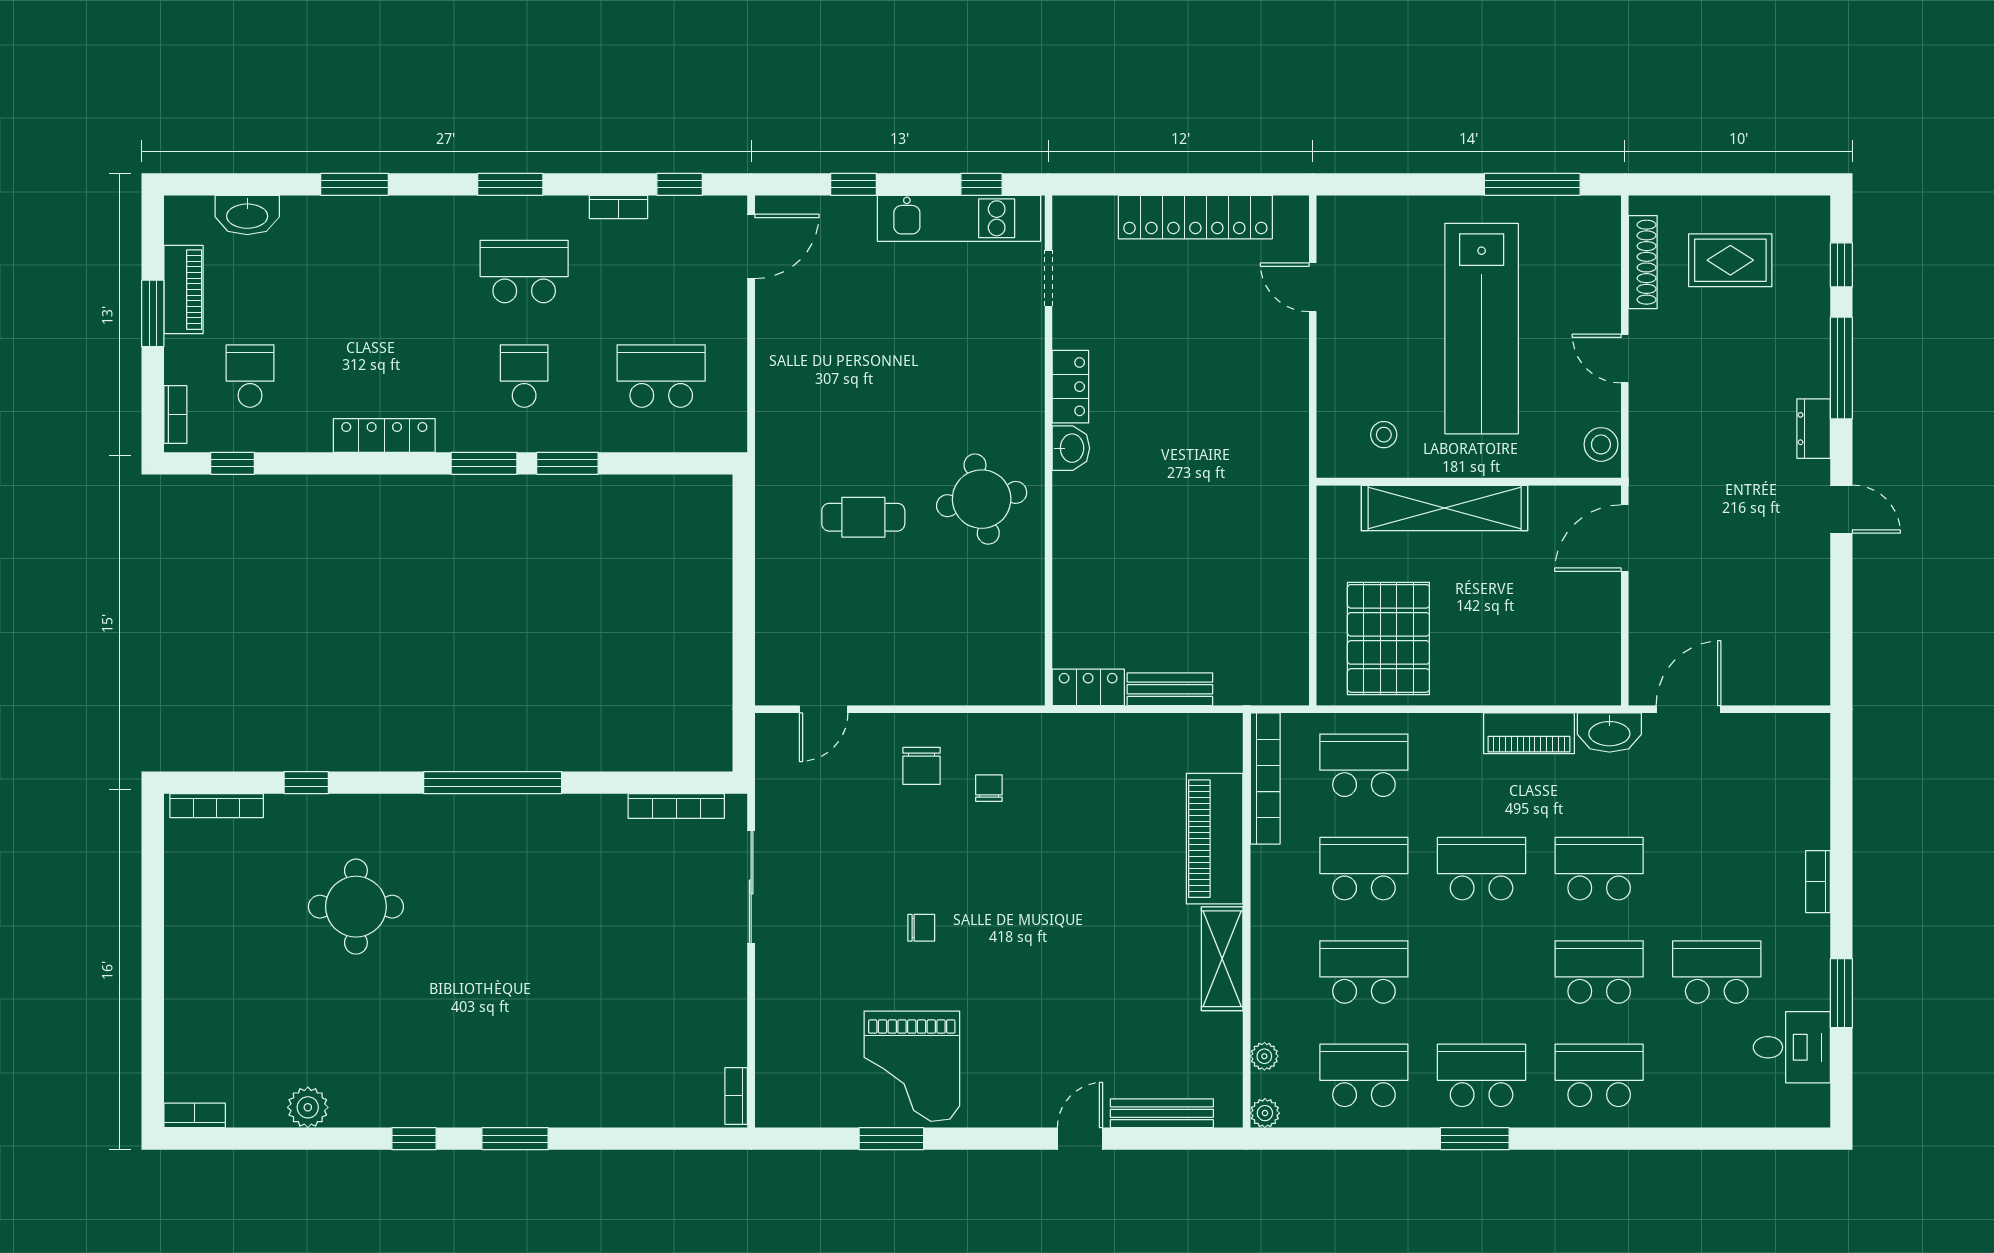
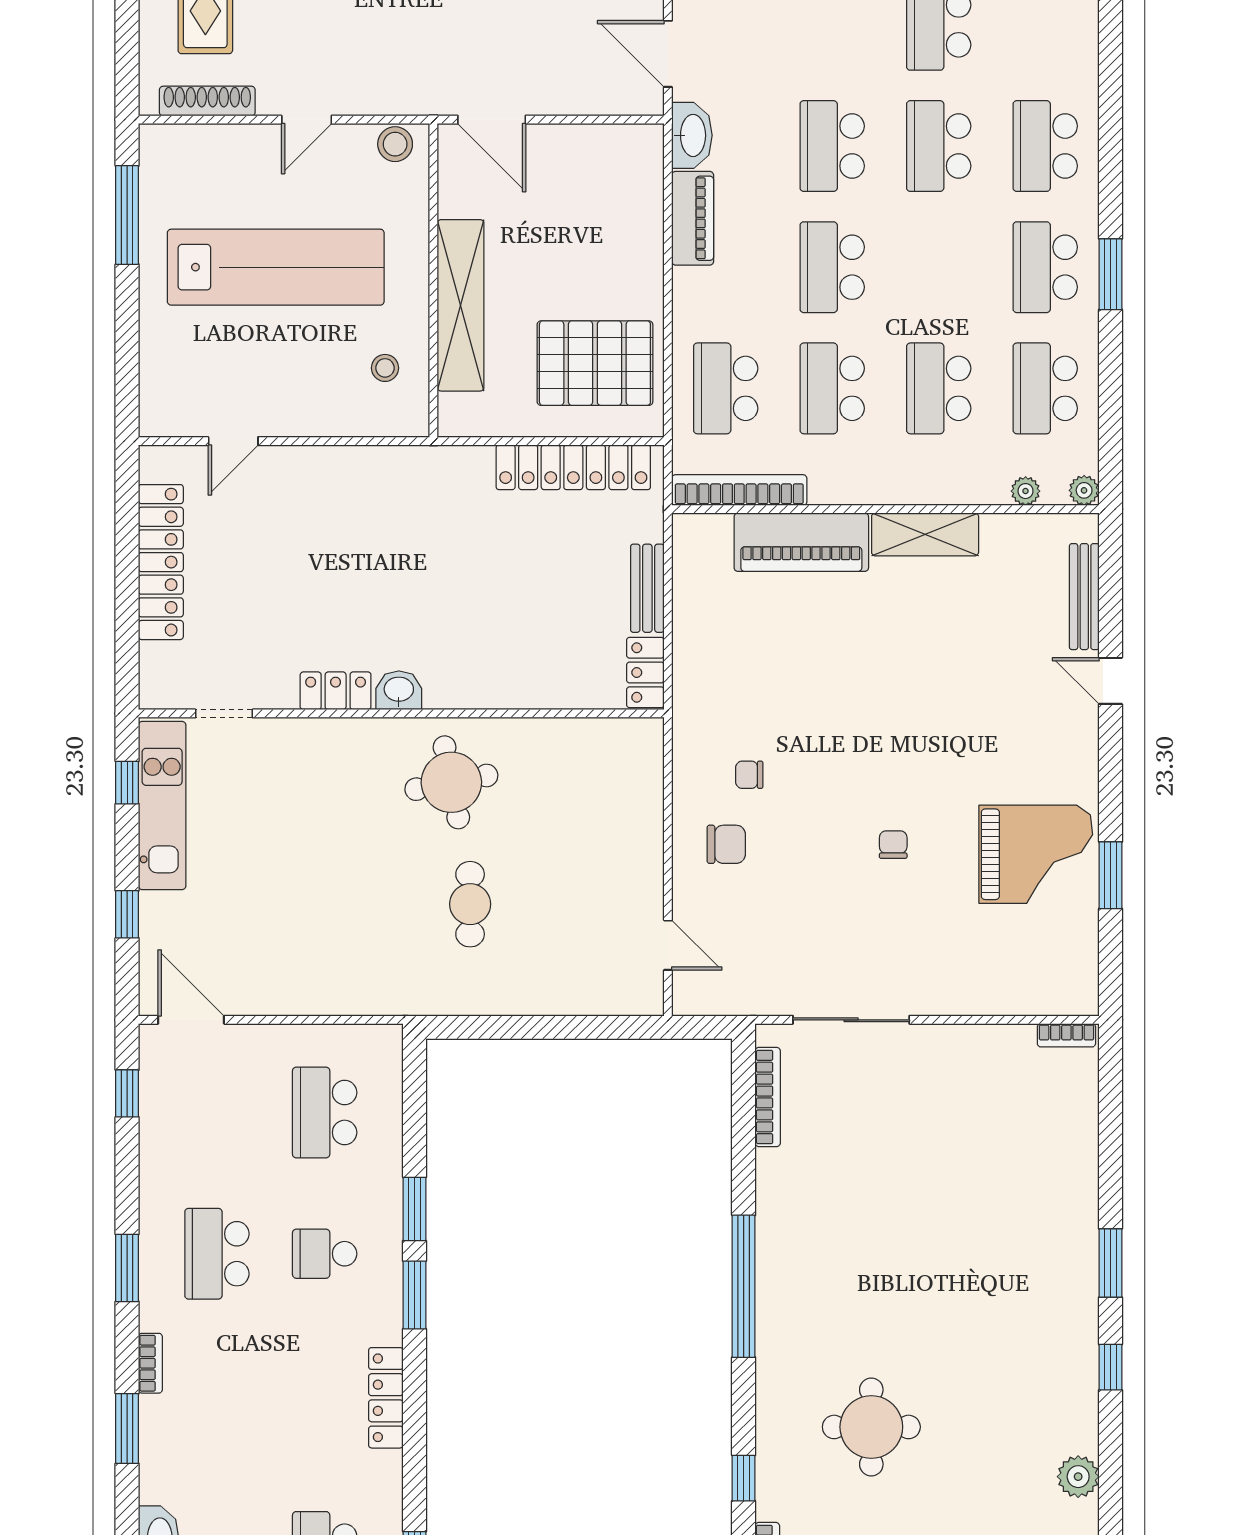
bookcase: (619, 207) -> (150, 1363), moved
locker: (1287, 617) -> (573, 467), added

